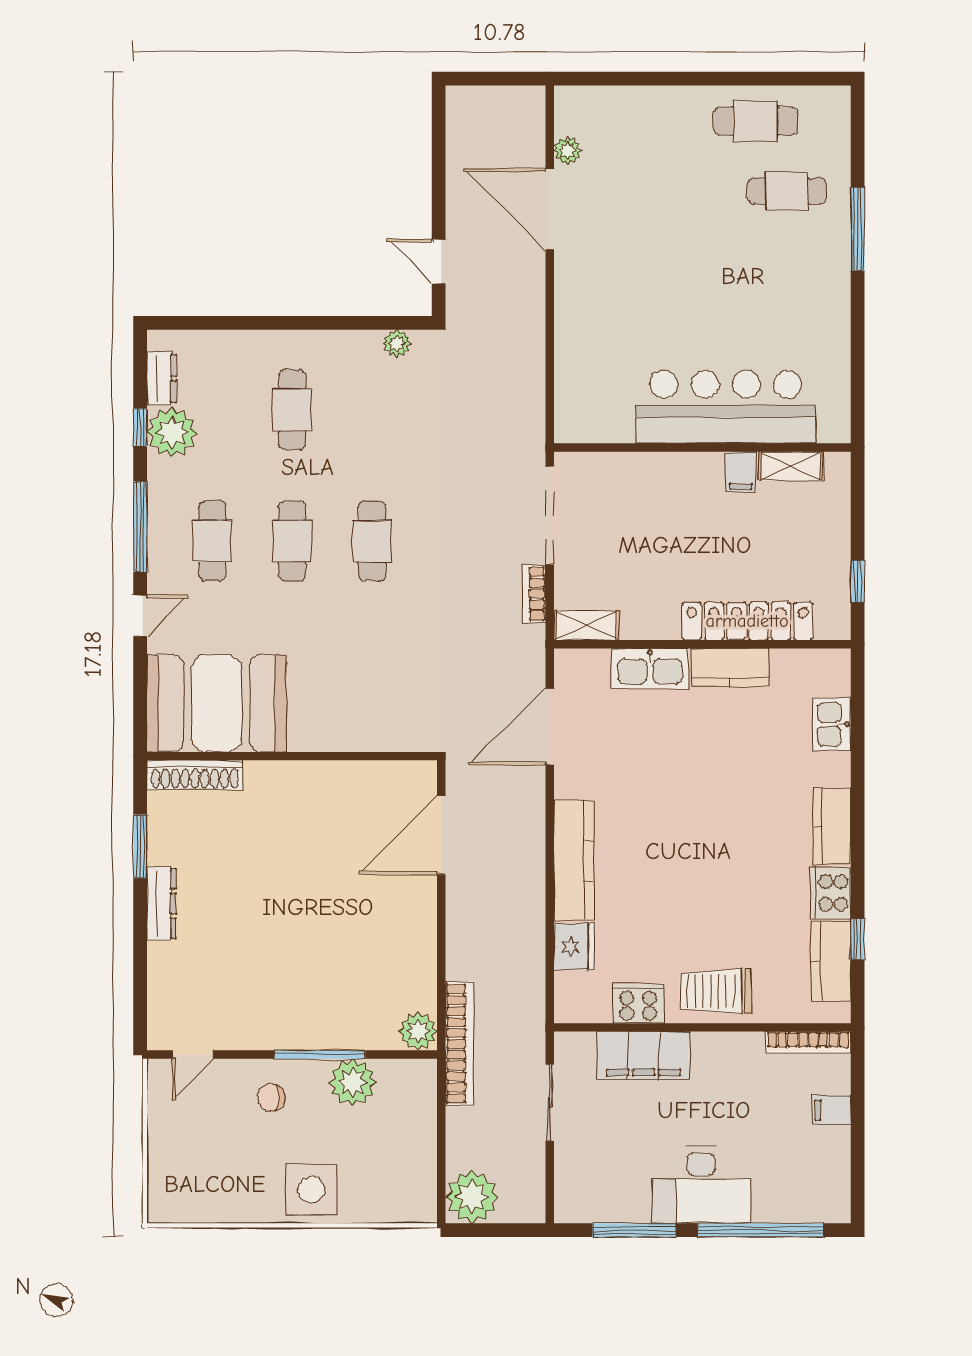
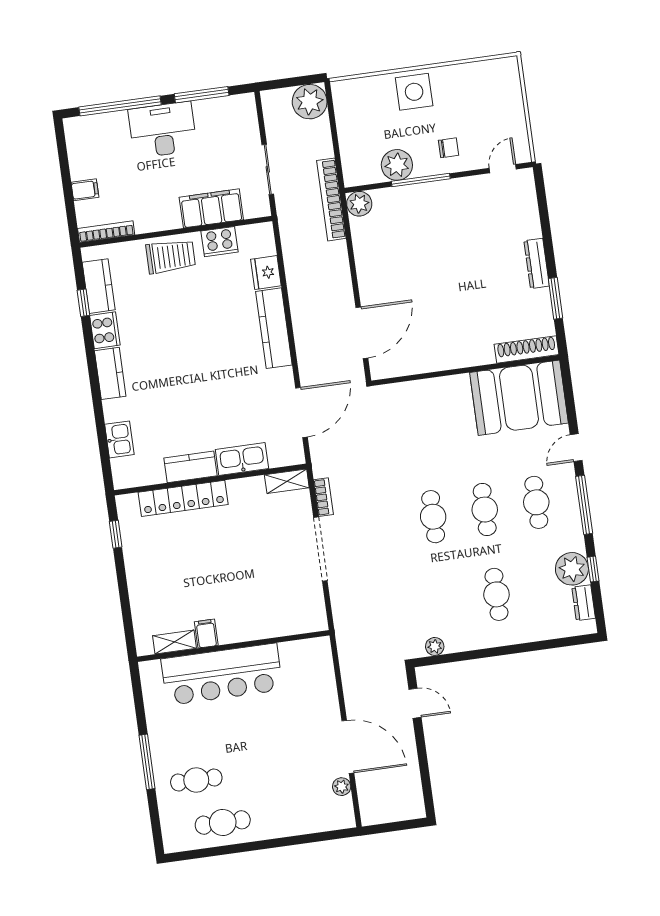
bar counter: (726, 407) -> (222, 674), moved
wall: (702, 448) -> (233, 646), moved
shelving: (791, 466) -> (175, 642), moved
filing cabinet: (741, 472) -> (206, 634), moved

